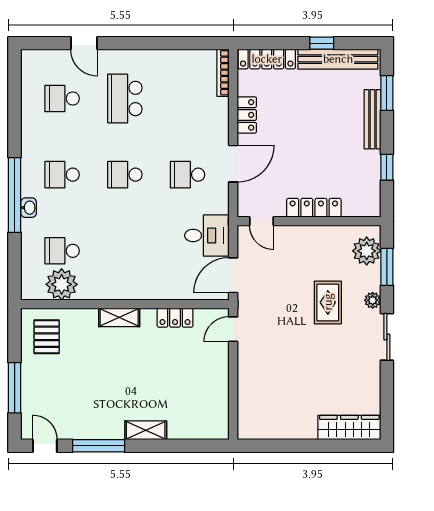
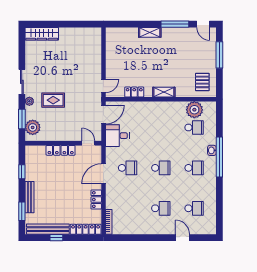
school desk: (125, 98) -> (161, 208), width x0.54
rug: (328, 302) -> (53, 100), turned 90

